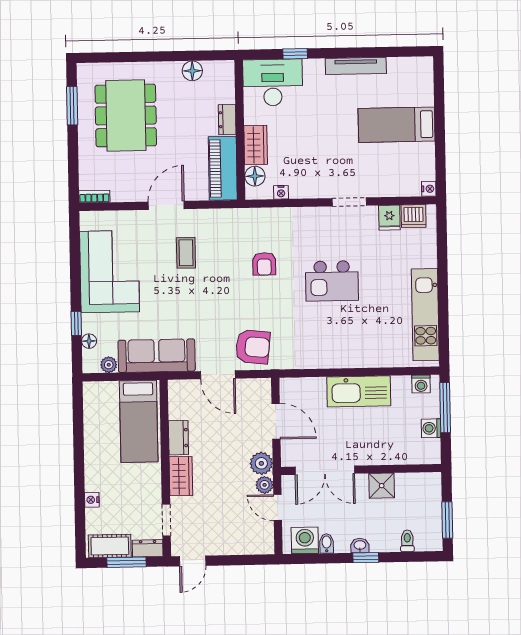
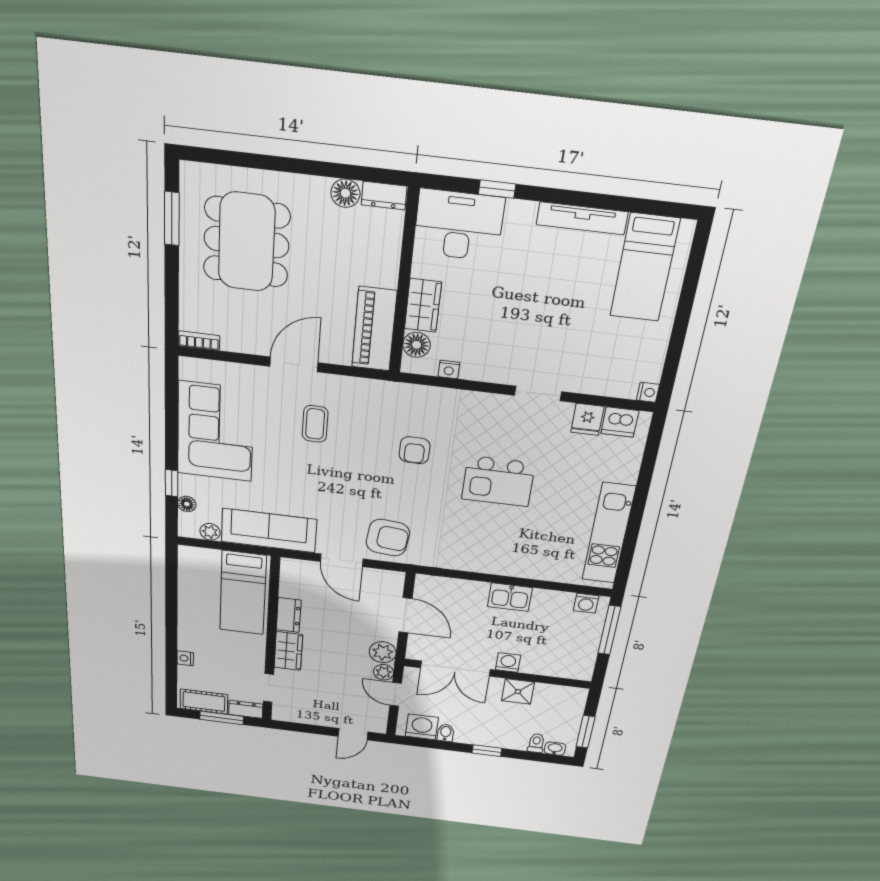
dresser: (227, 120) -> (384, 196), moved, turned -90
bed: (397, 125) -> (645, 268), moved, turned -90
kitchen sink: (359, 391) -> (510, 597), width x0.53, depth x0.81
washing machine: (431, 428) -> (508, 662), moved, turned 90
washbasin: (360, 545) -> (555, 749), moved
door: (193, 561) -> (353, 734), moved

